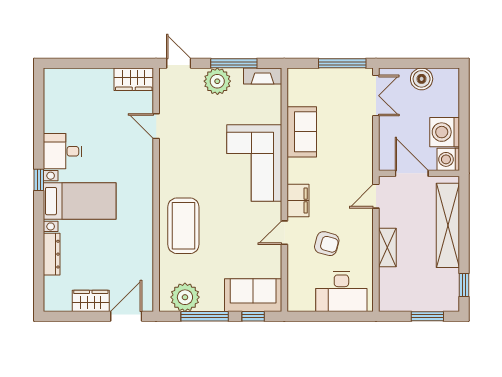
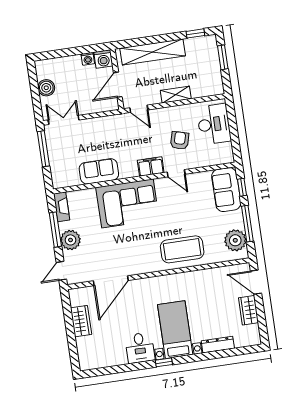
wardrobe: (134, 79) -> (81, 321), moved
door: (156, 126) -> (111, 281), width x1.87
washing machine: (445, 132) -> (88, 59), width x0.53, depth x0.53

